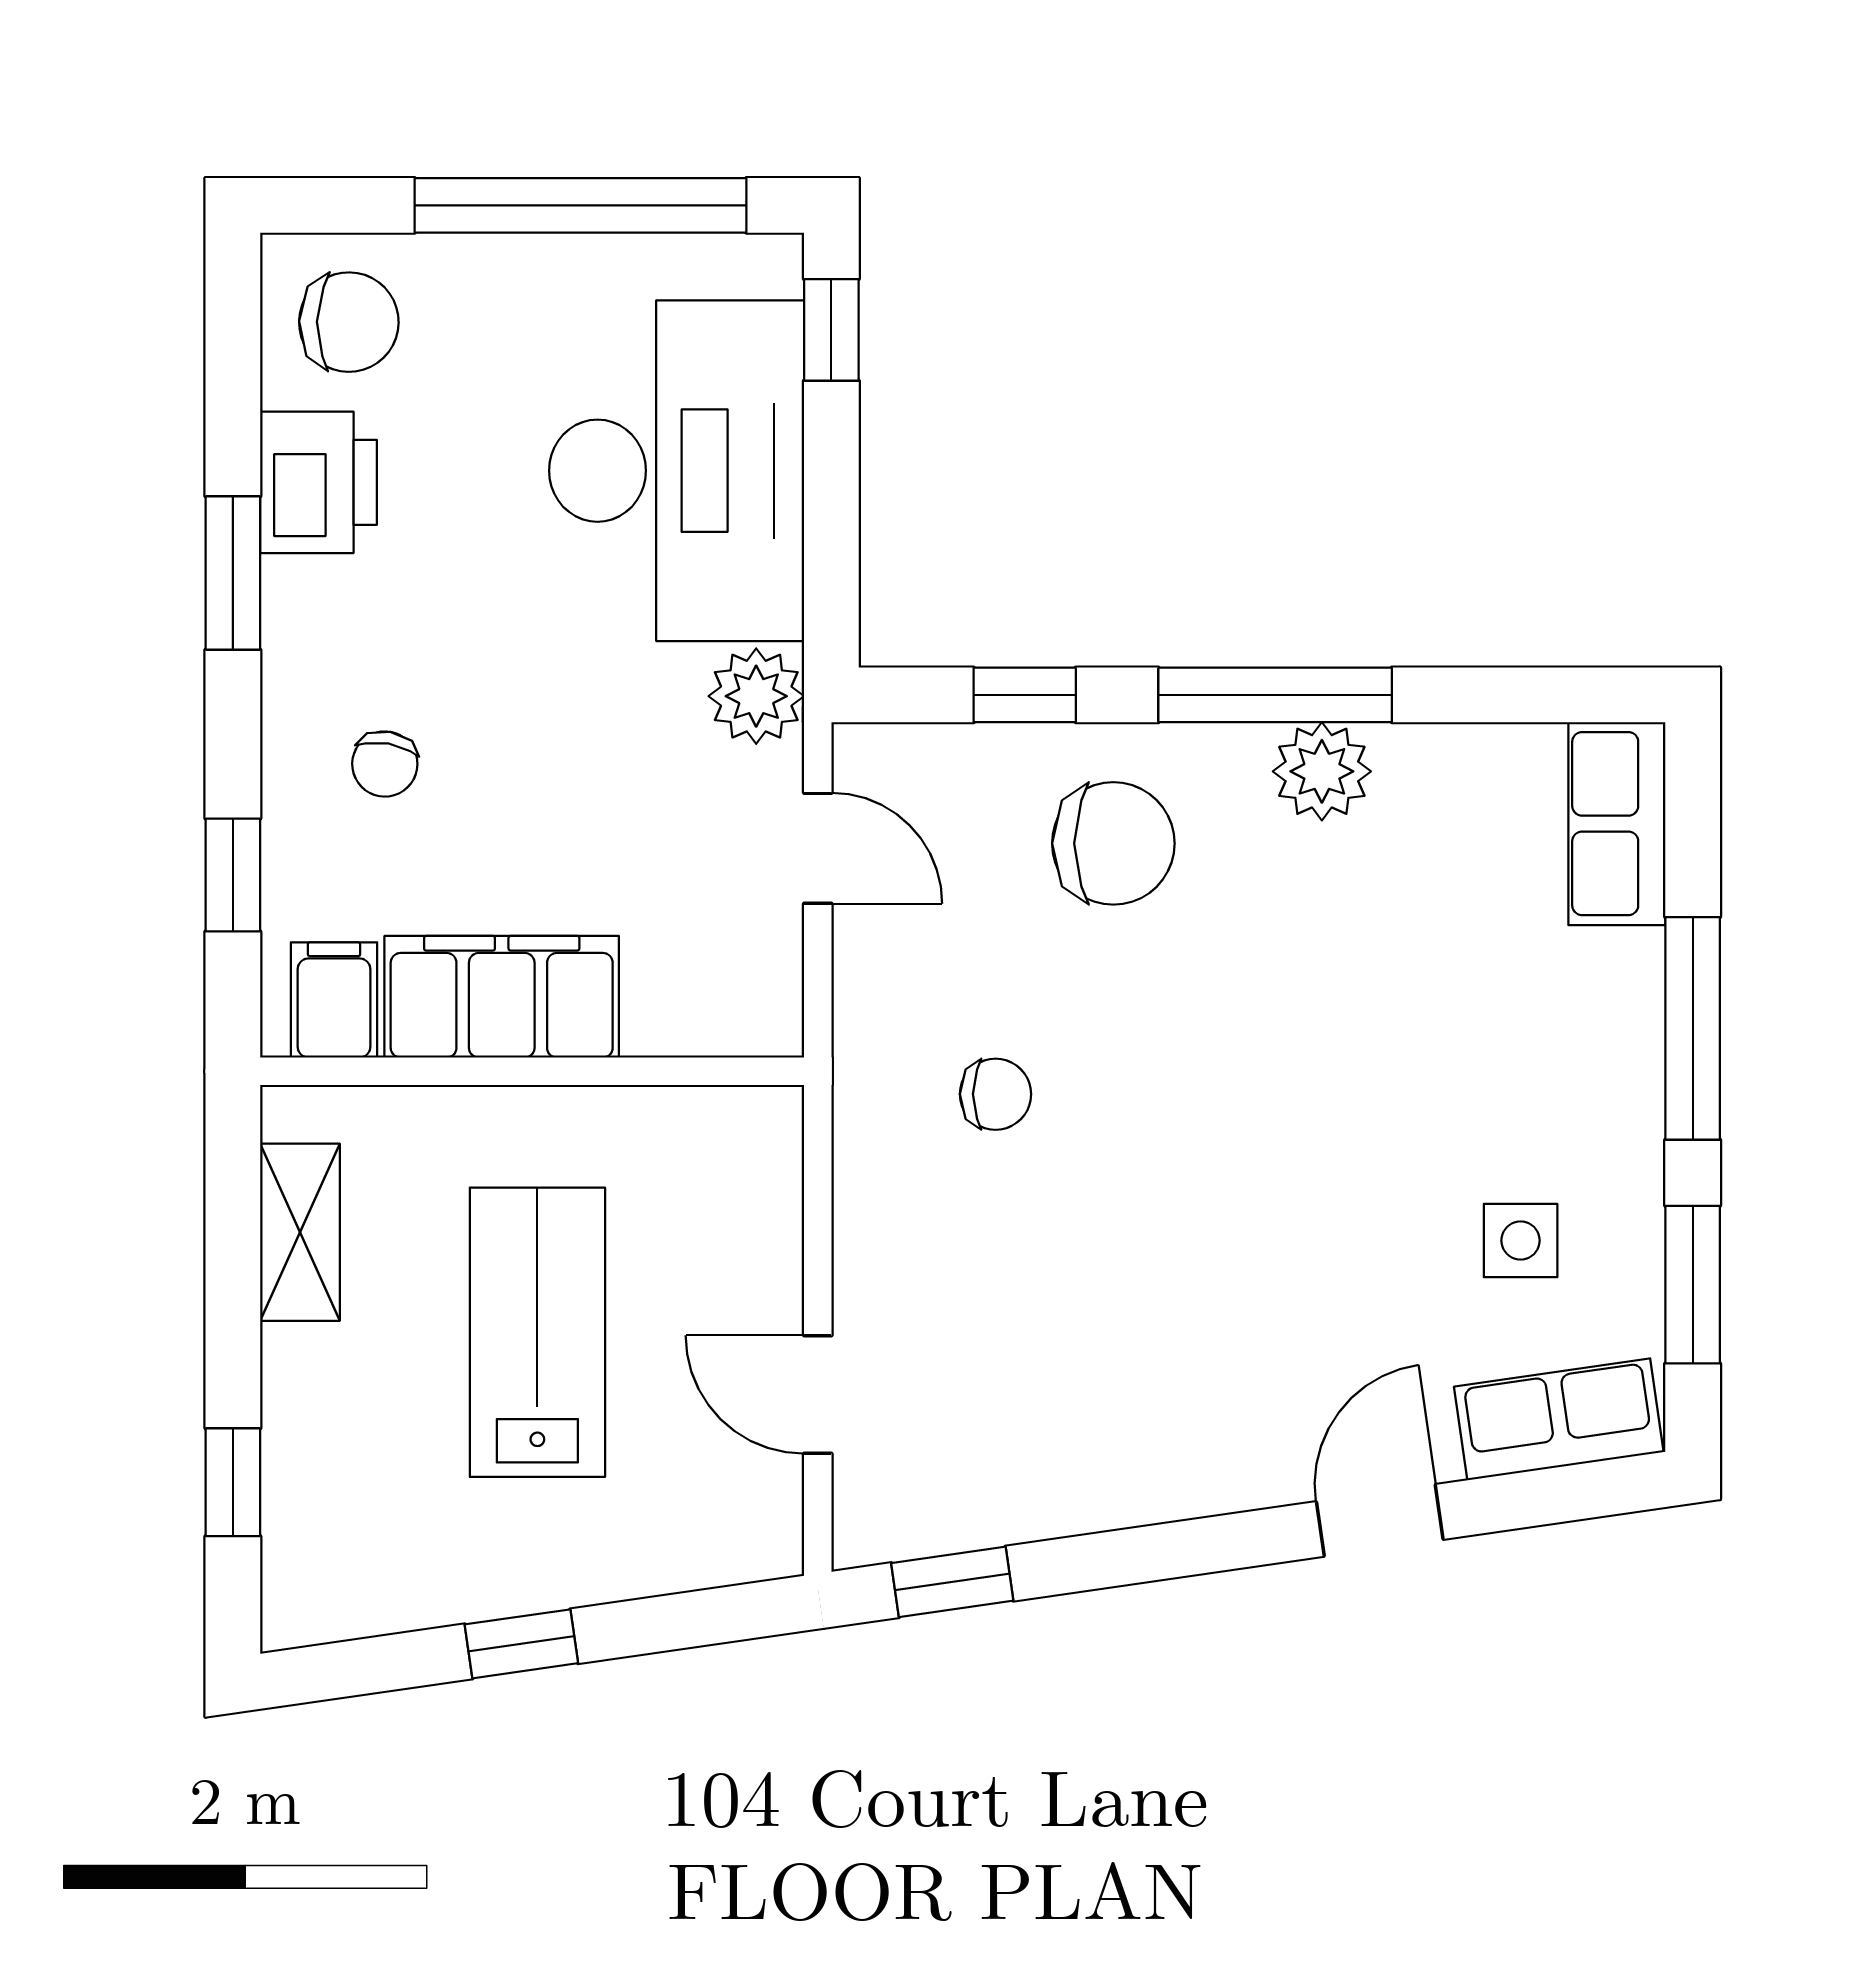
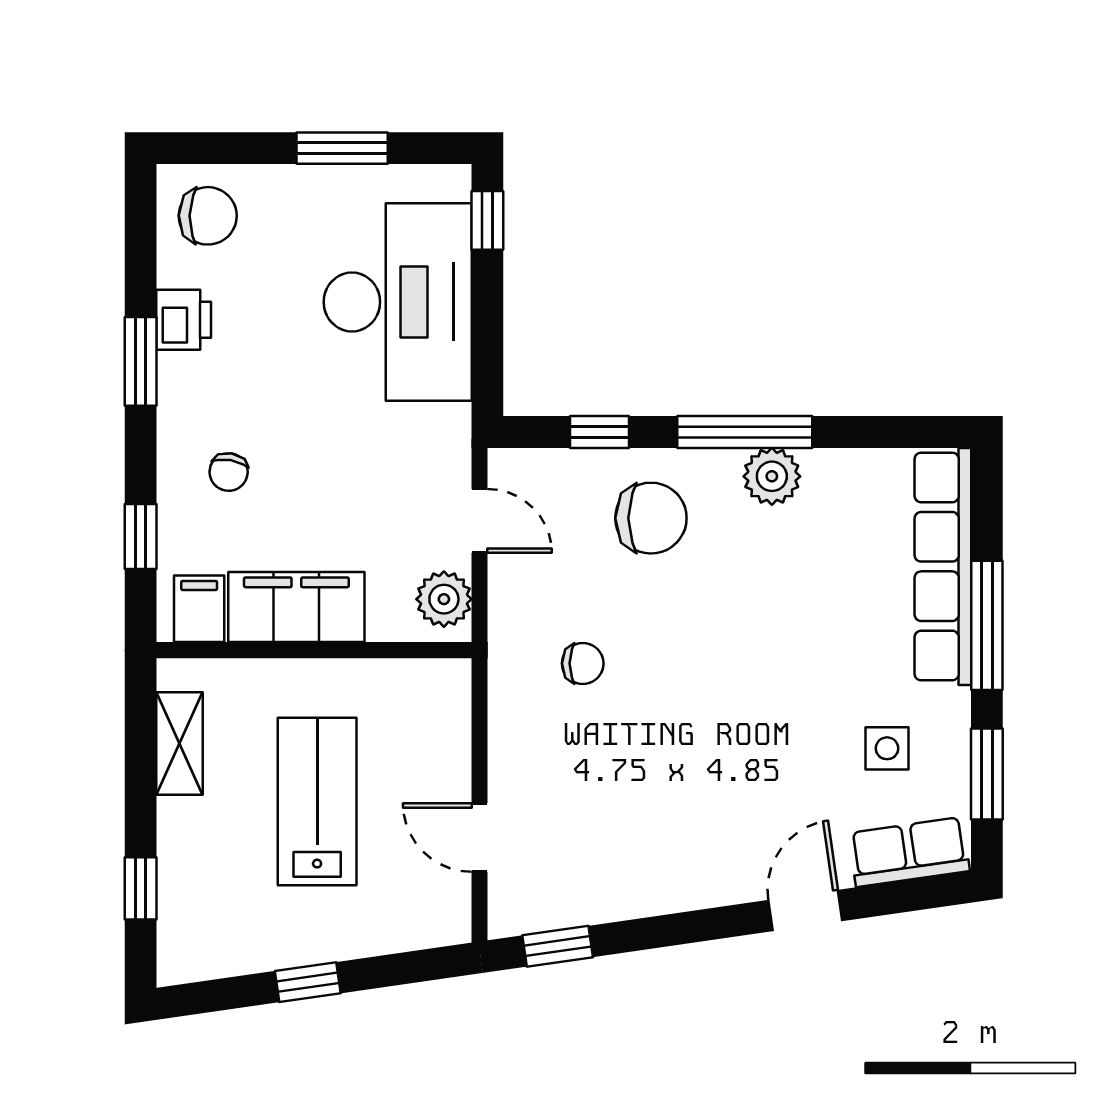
window: (581, 205) -> (342, 148), width x0.47
printer: (319, 482) -> (184, 320), width x0.73, depth x0.81
plant: (756, 696) -> (444, 599), moved
row of seats: (1617, 824) -> (943, 566), width x2.02

